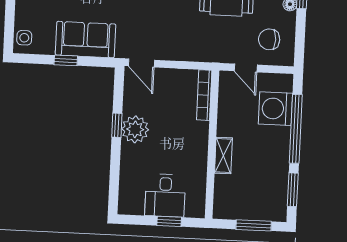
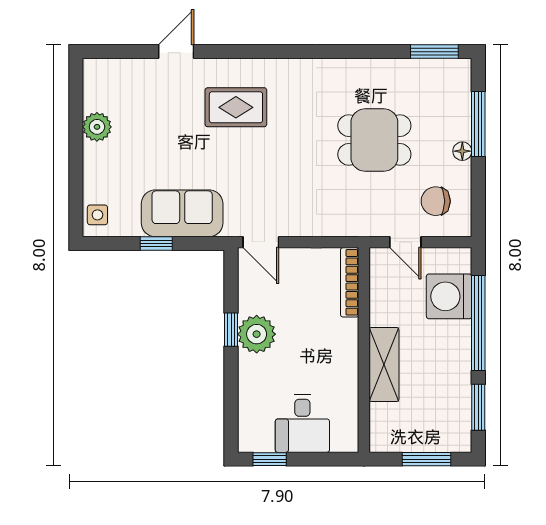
shelving: (223, 155) -> (384, 365), width x1.50, depth x1.33
window: (169, 221) -> (270, 459), moved

